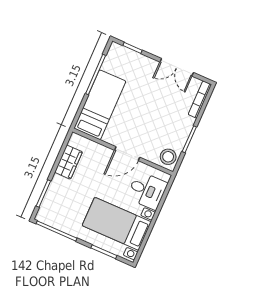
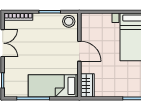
wardrobe: (68, 162) -> (87, 85), moved, turned 90
desk: (147, 190) -> (99, 26), removed

